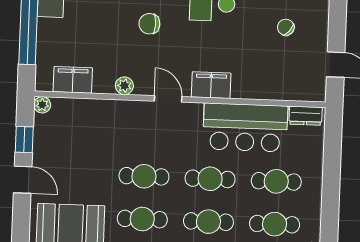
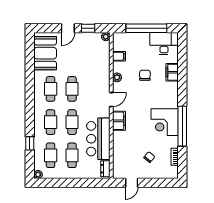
chair: (149, 24) -> (145, 75), moved
filing cabinet: (73, 80) -> (119, 56), width x0.50

